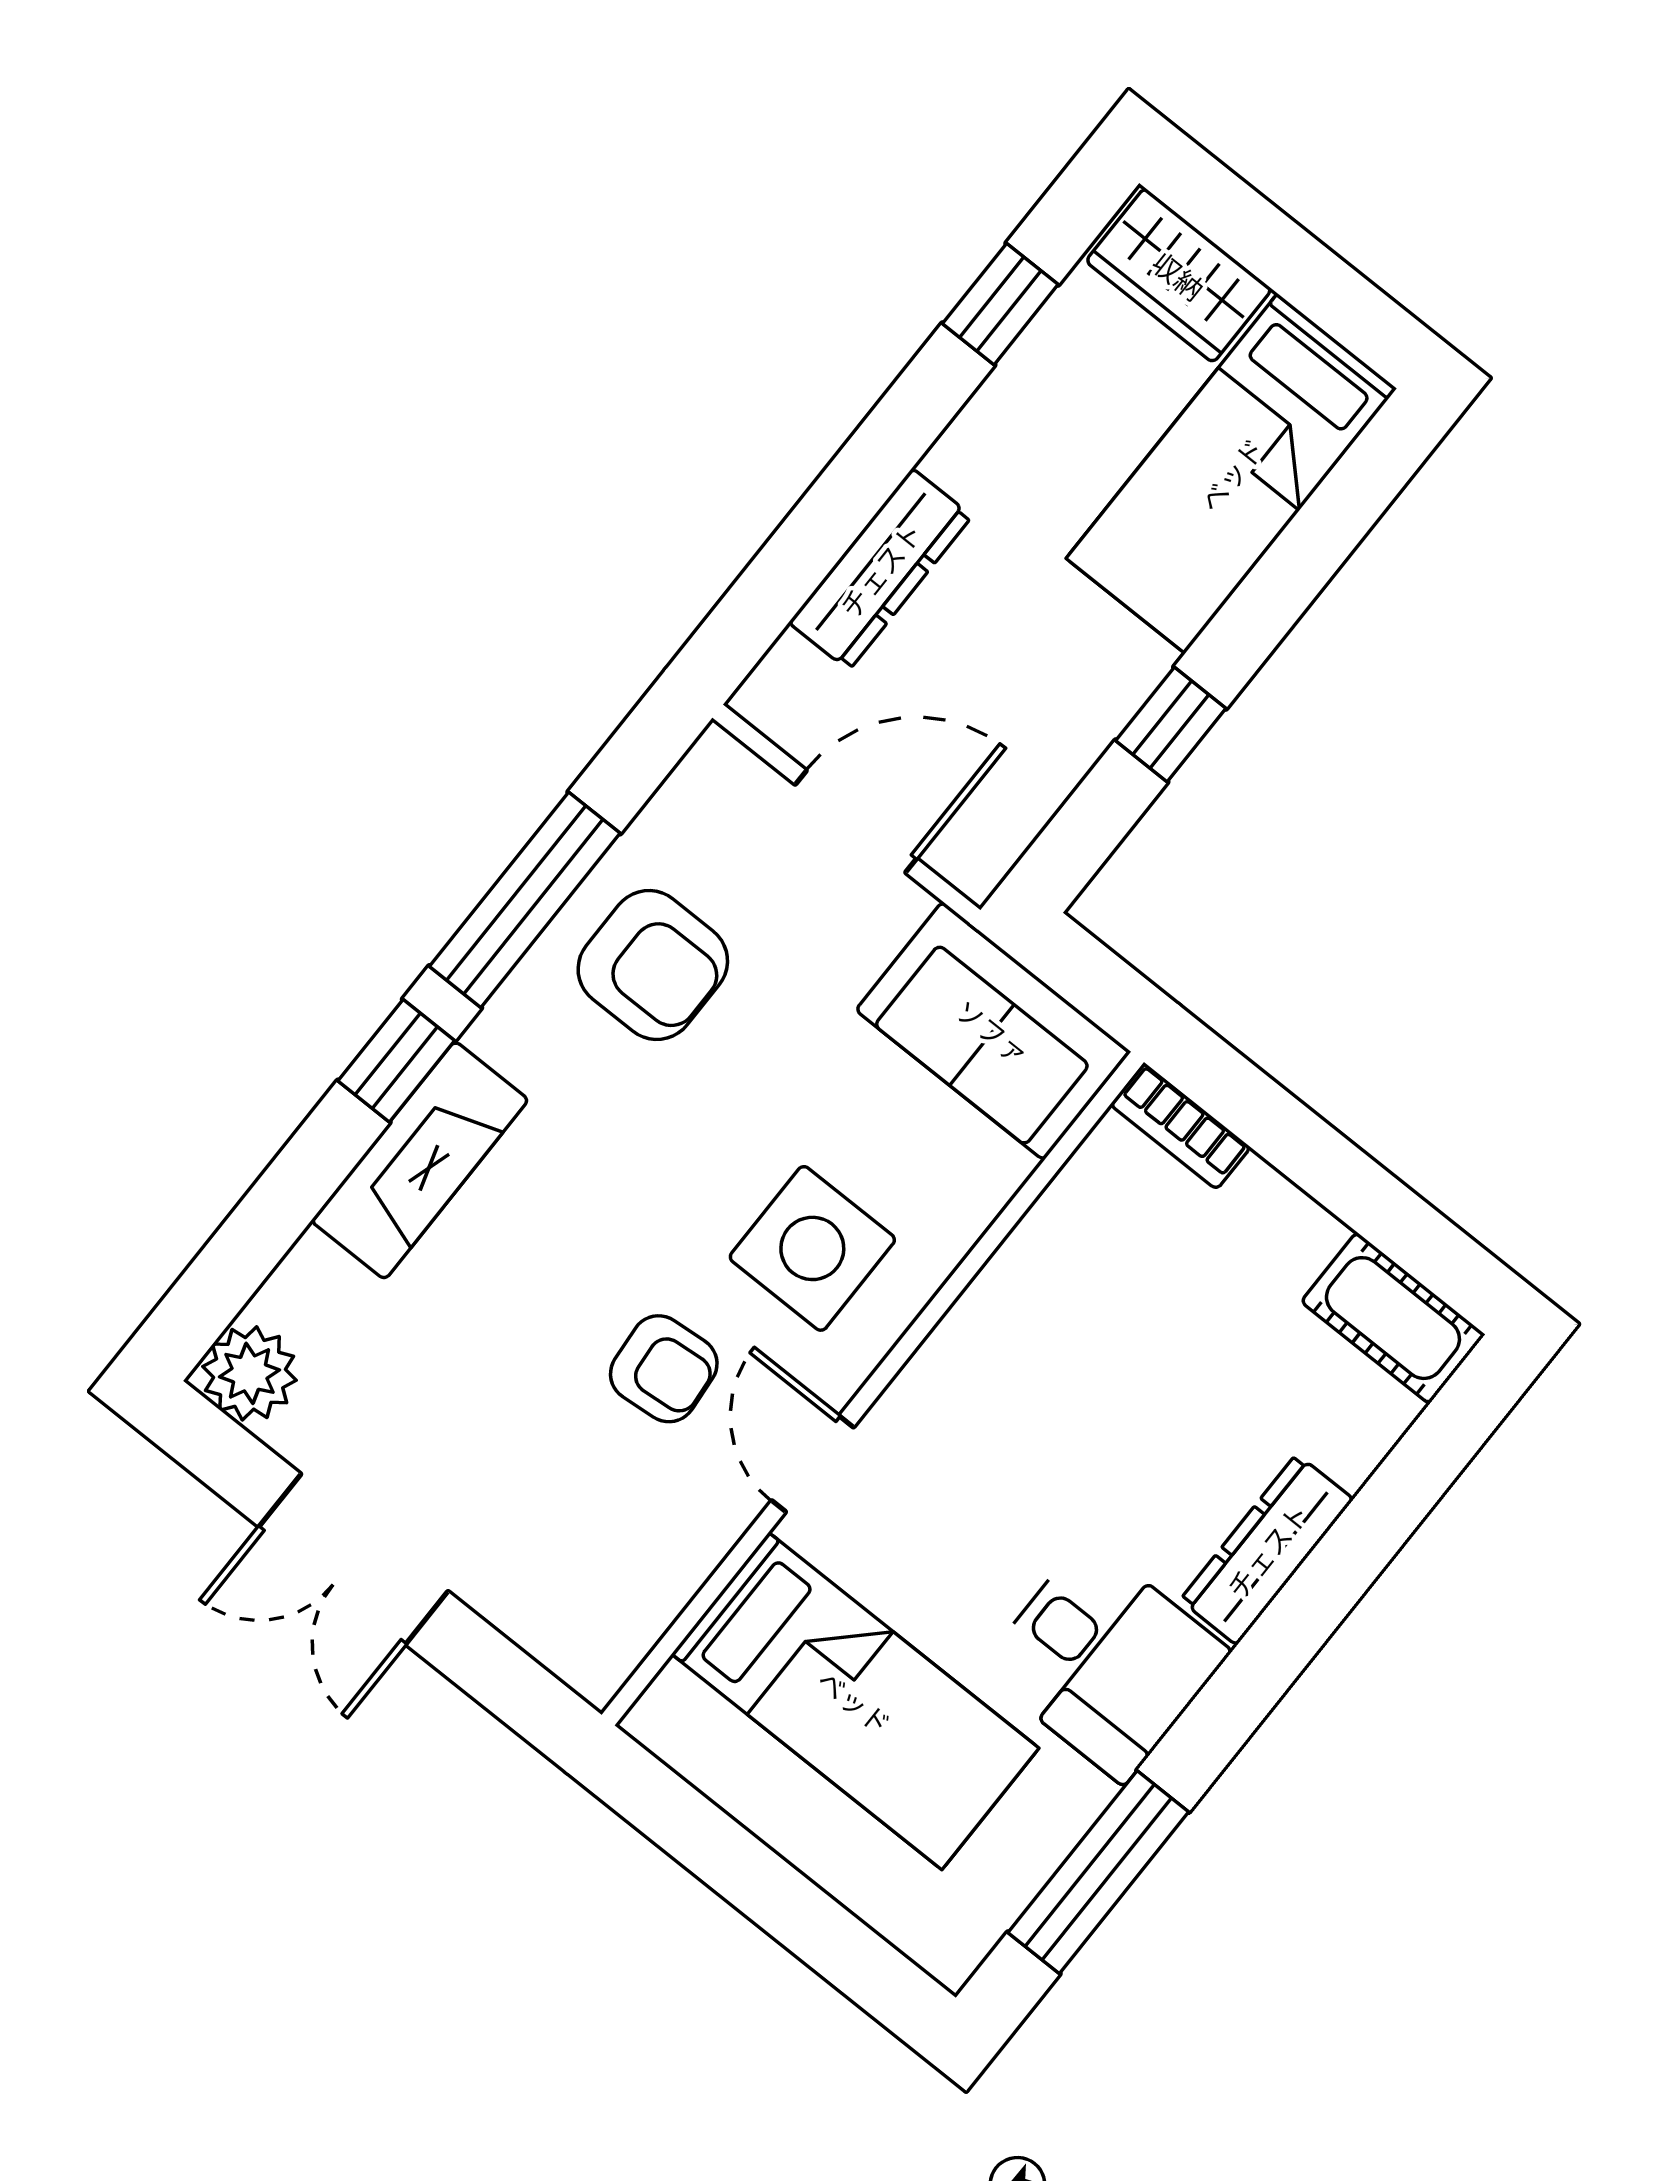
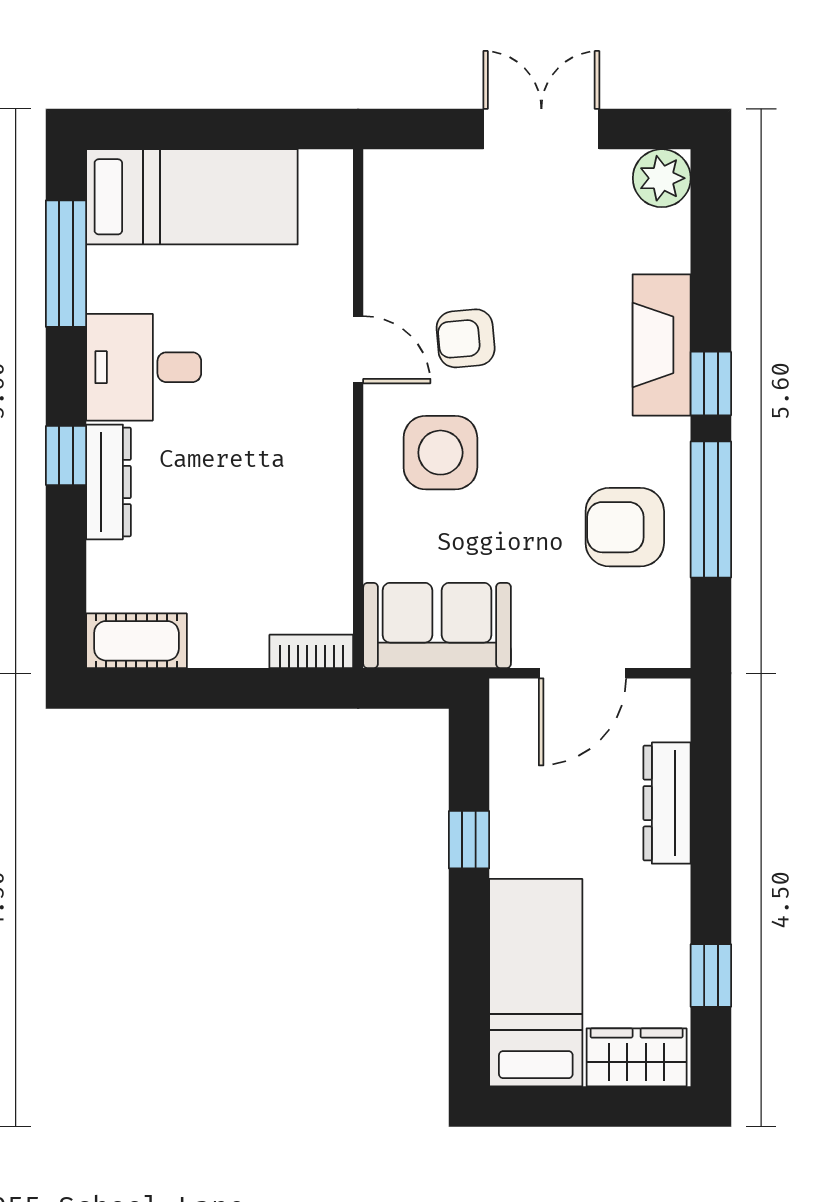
window: (1294, 1627) -> (66, 455), added
bed: (855, 1701) -> (192, 197), moved, turned 180

